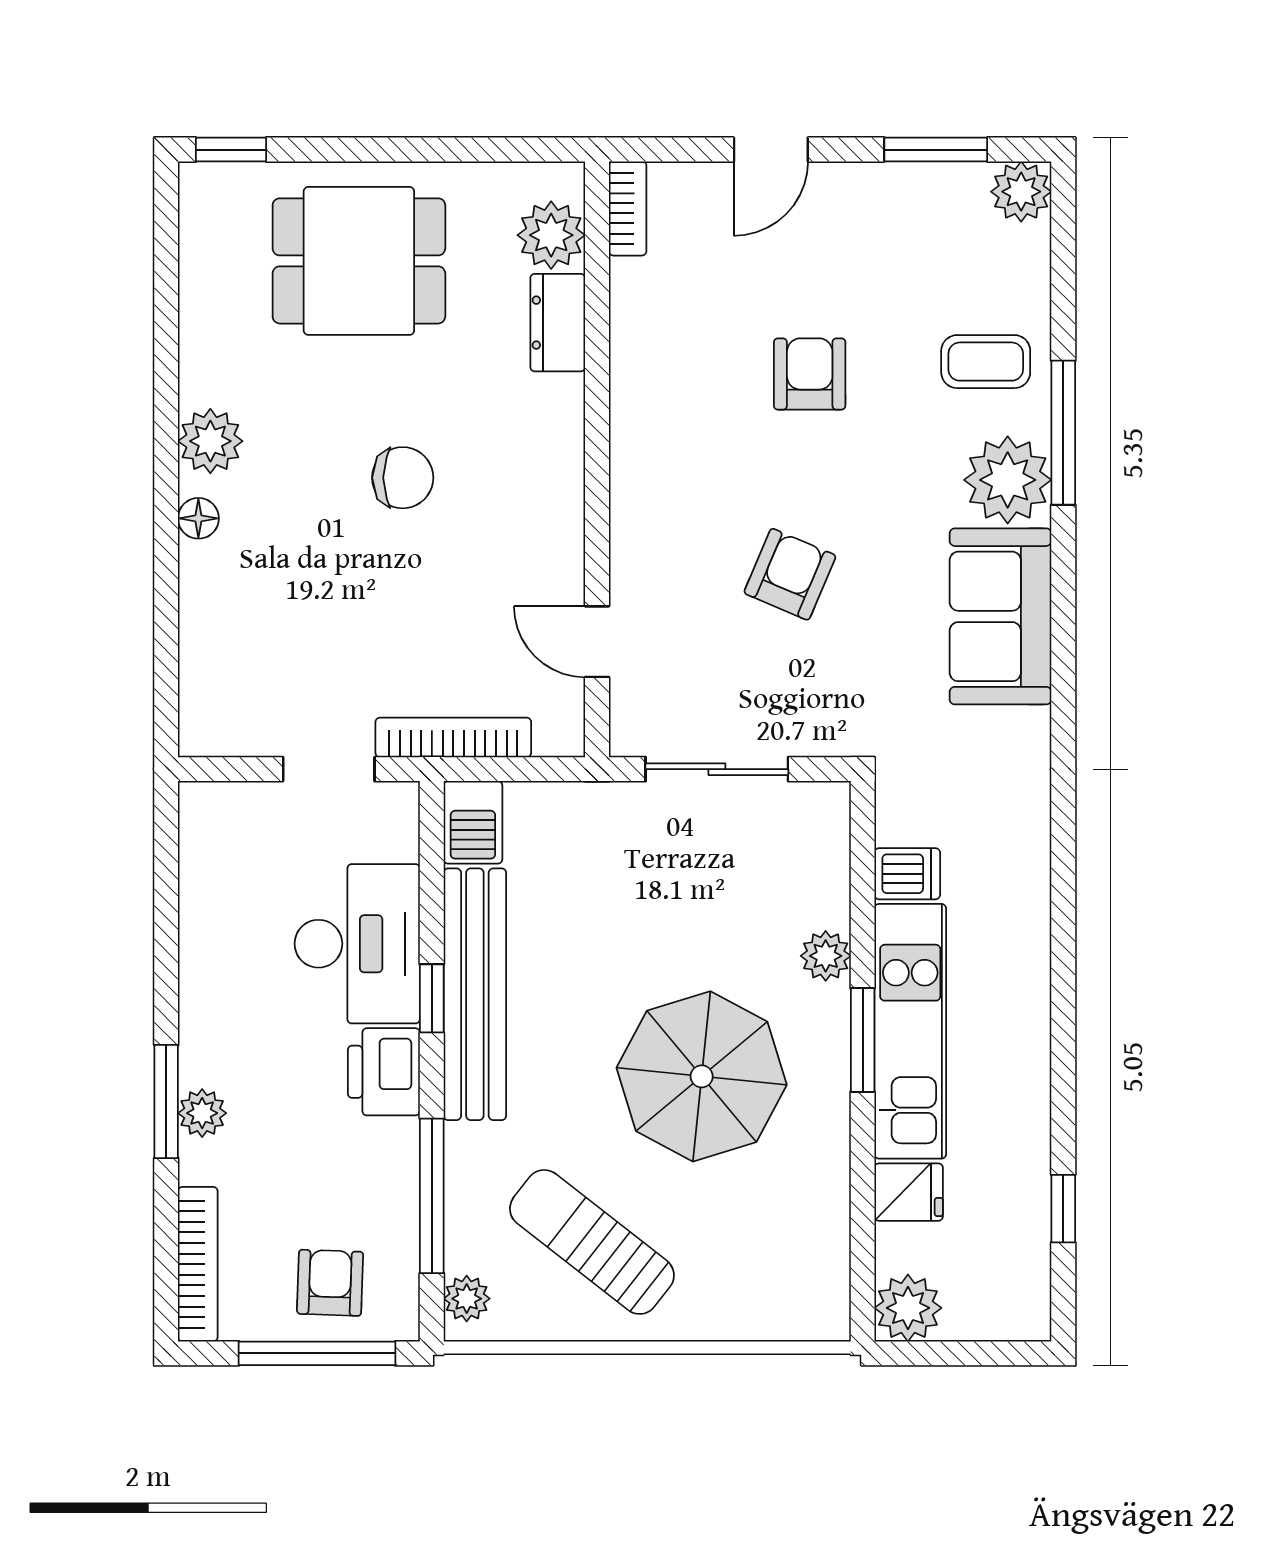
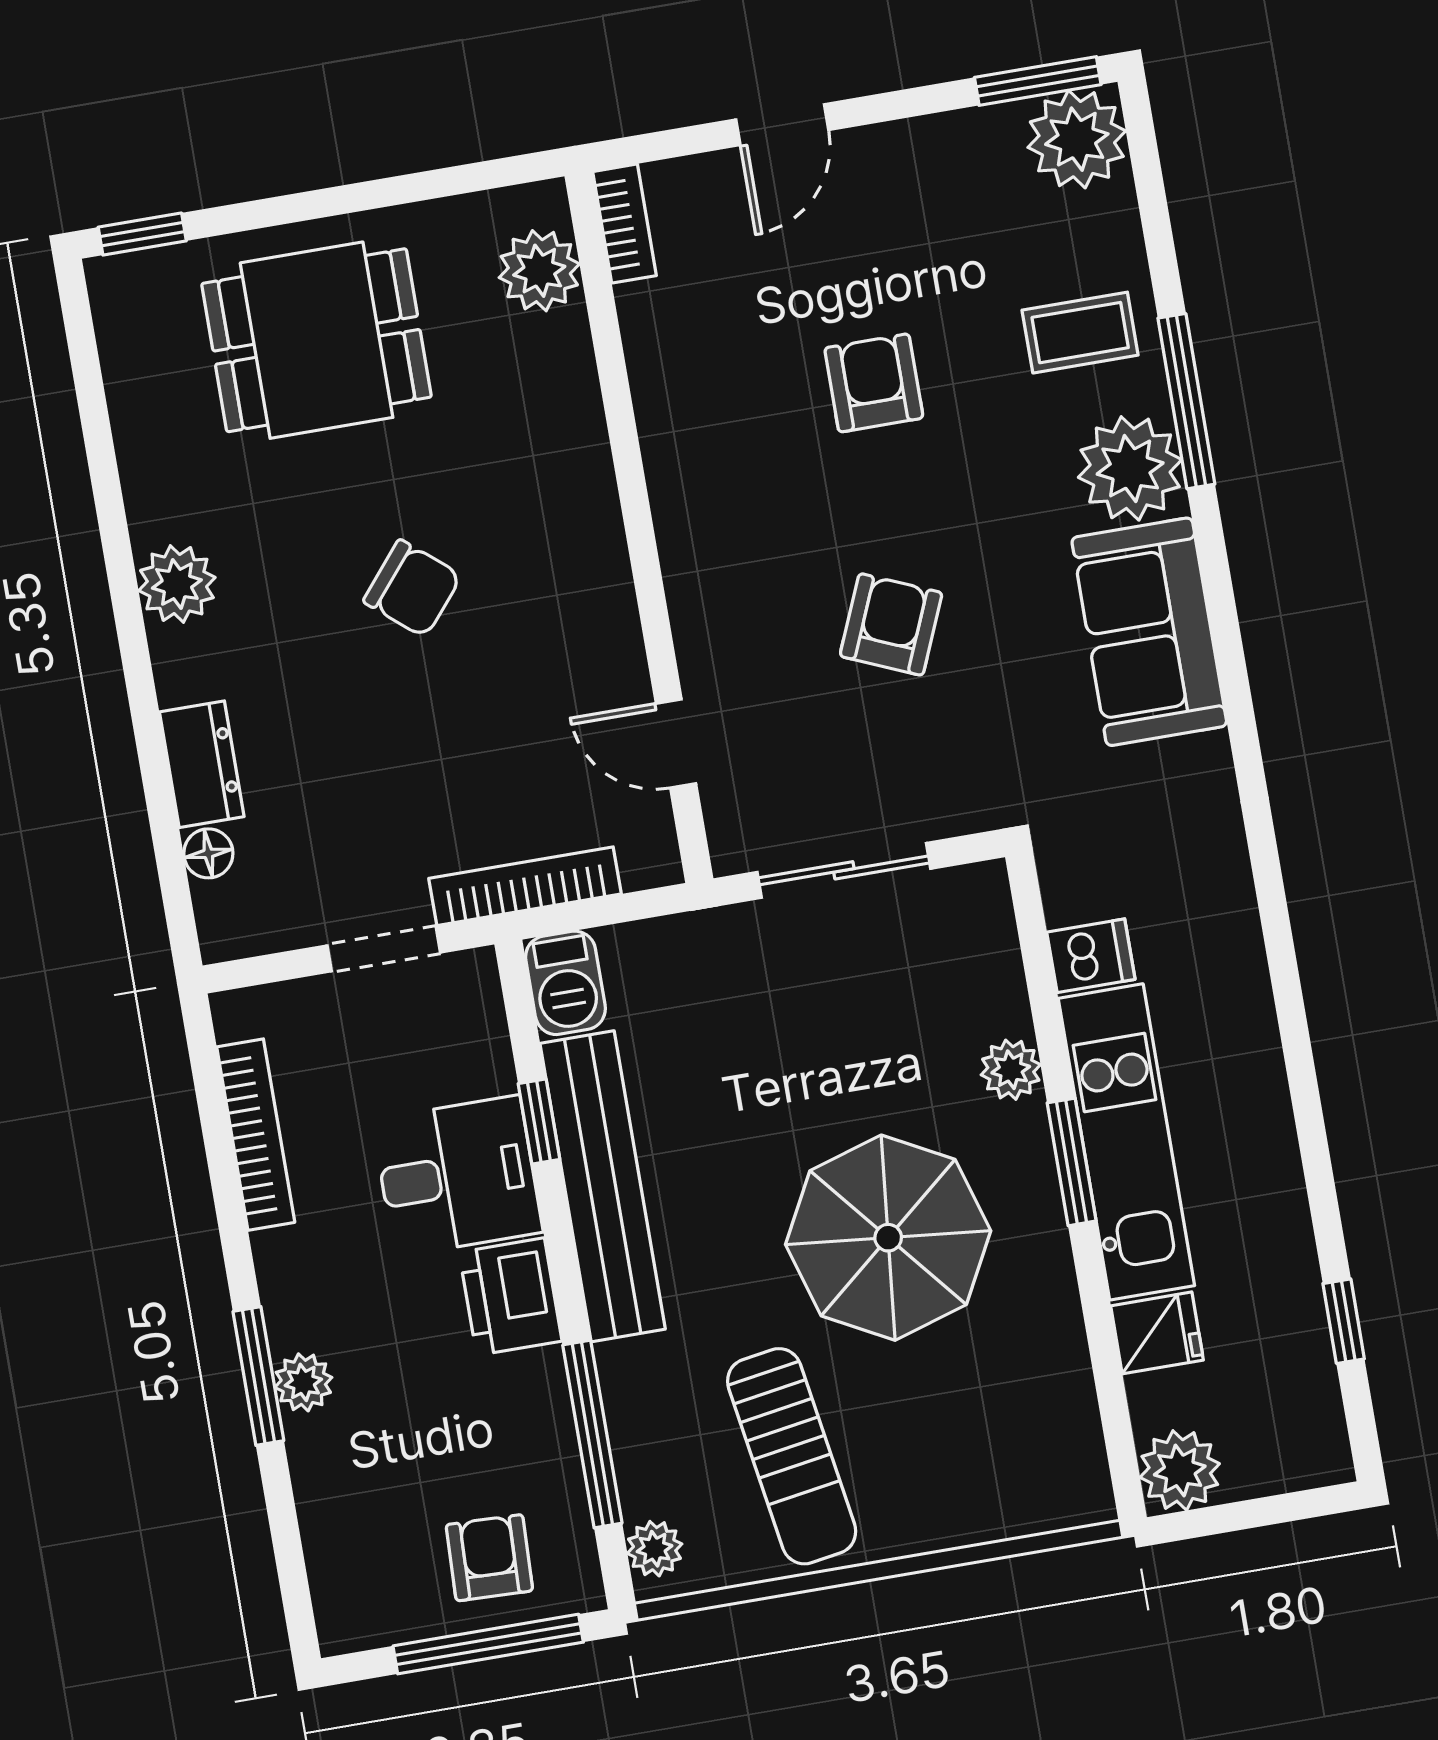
window: (936, 150) -> (1038, 81), moved
plant: (1021, 192) -> (1077, 139), width x1.36, depth x1.36
dresser: (558, 323) -> (202, 764), moved, turned 180
chair: (403, 478) -> (412, 588), turned 40
floor lamp: (198, 518) -> (208, 853), moved
desk: (357, 944) -> (457, 1176), width x0.73
window: (432, 998) -> (539, 1121), moved
sun lounger: (592, 1242) -> (792, 1456), turned -137
bookcase: (198, 1264) -> (256, 1135), moved

